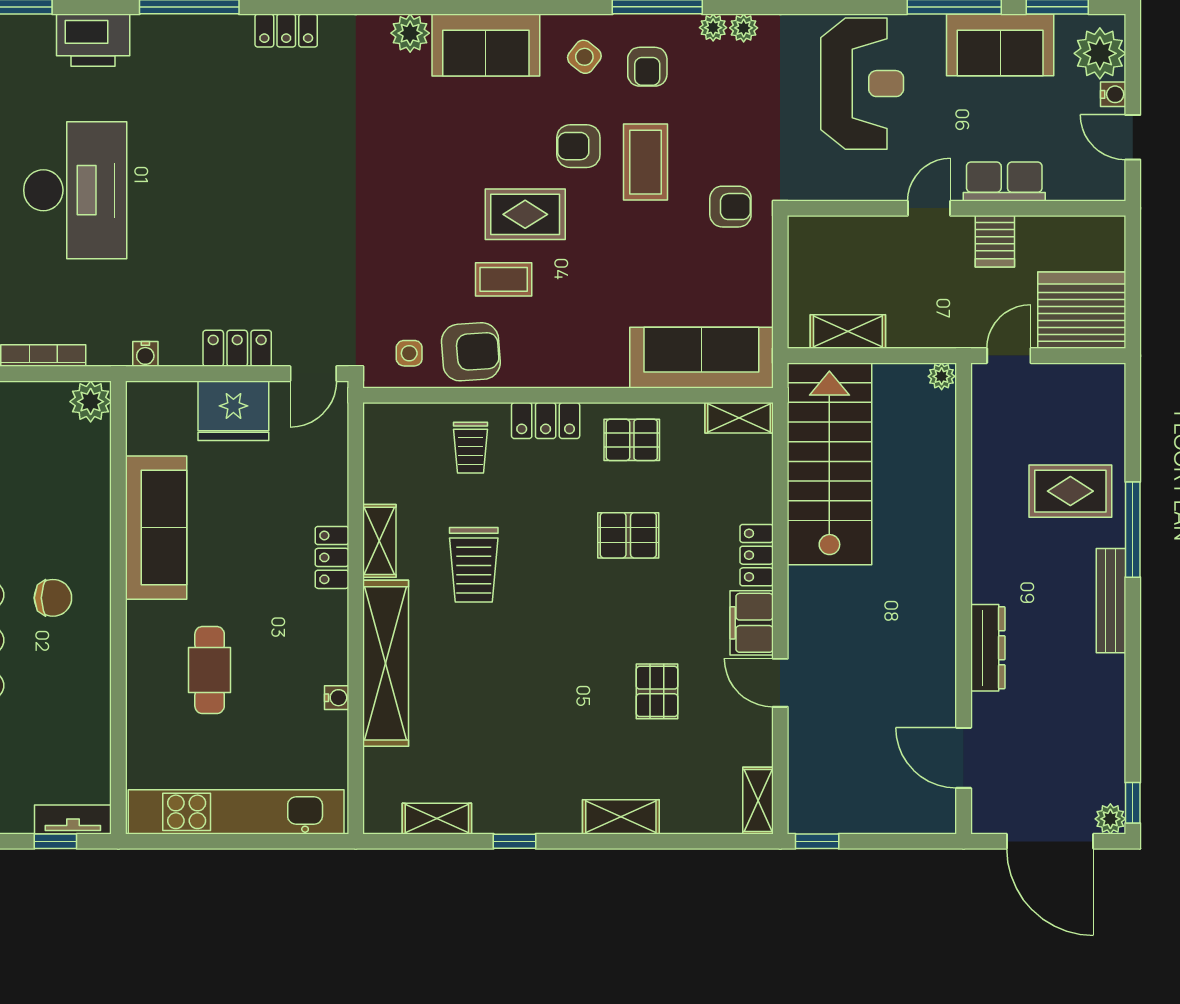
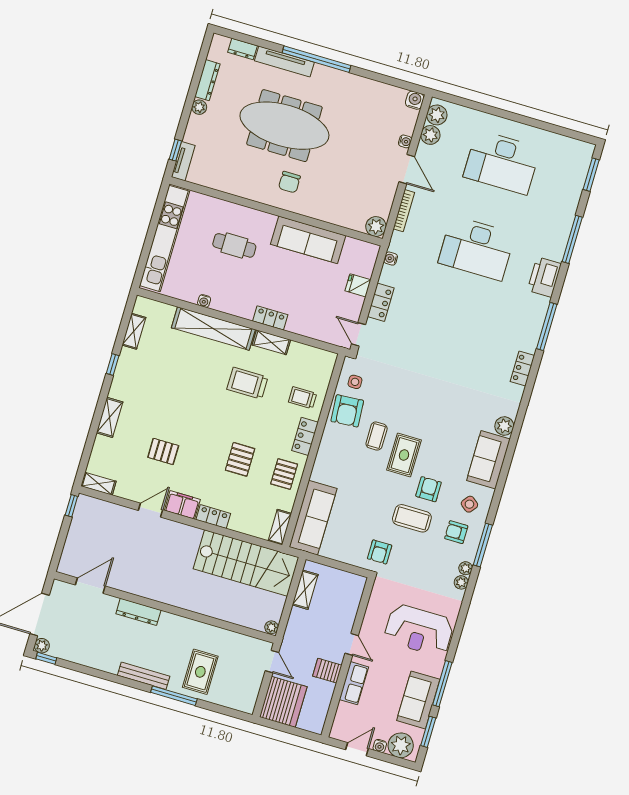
fridge: (233, 411) -> (358, 285), width x0.53, depth x0.75

